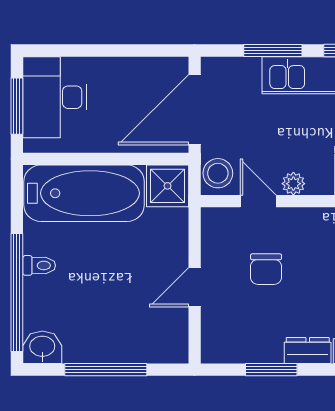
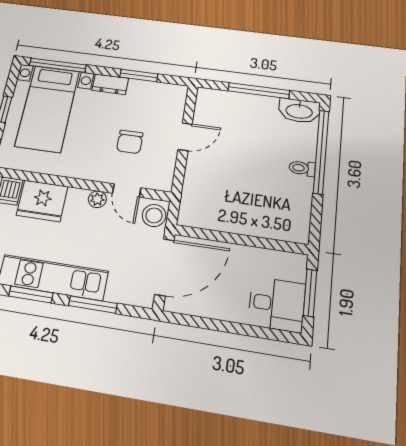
desk: (55, 97) -> (277, 304), width x0.73
shower: (168, 186) -> (195, 212), removed
bathtub: (84, 193) -> (262, 216), removed
chair: (266, 269) -> (130, 142), turned 180
washbasin: (42, 347) -> (299, 111), width x1.38

